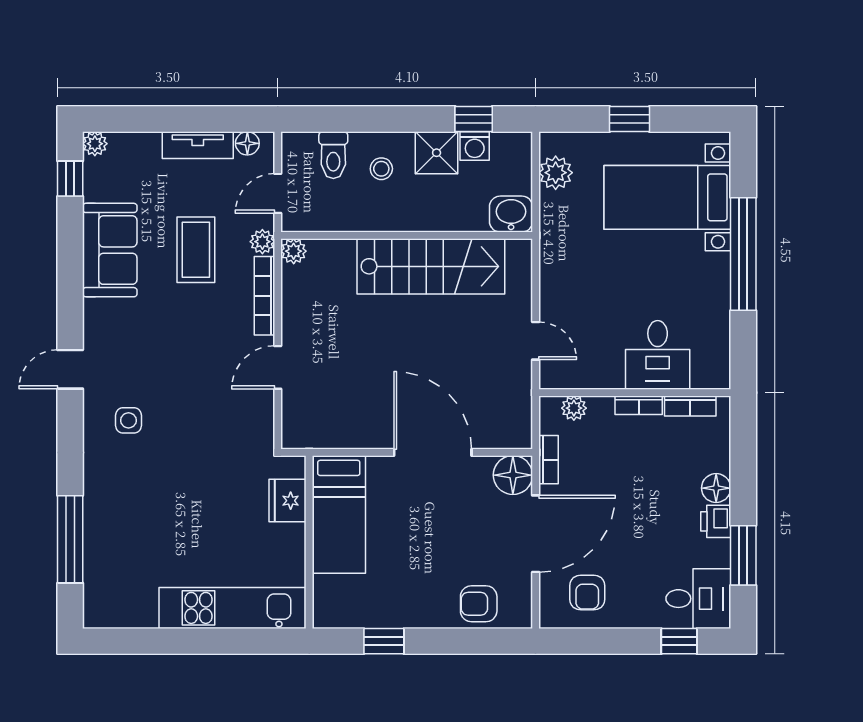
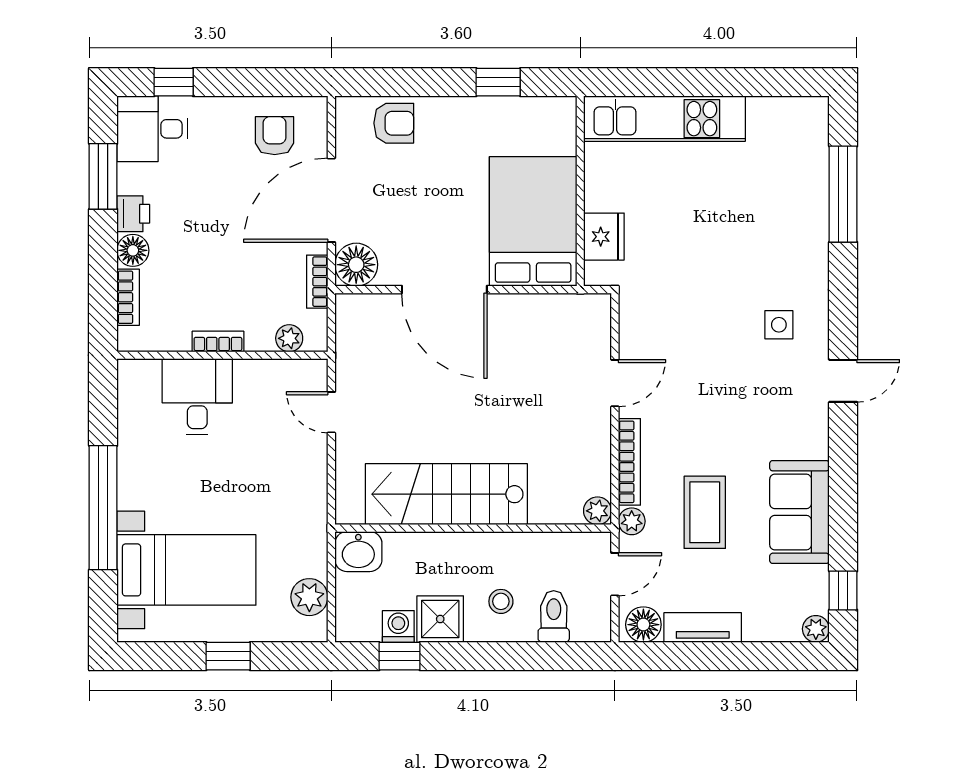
floor lamp: (247, 143) -> (643, 625), width x1.37, depth x1.37
bookcase: (690, 406) -> (128, 297), moved, turned 90
bed: (339, 514) -> (533, 221), width x1.50

